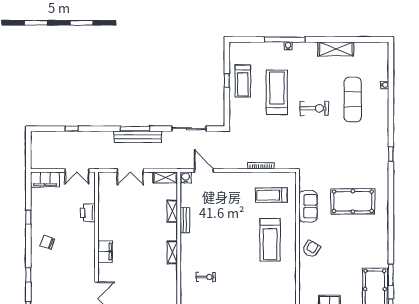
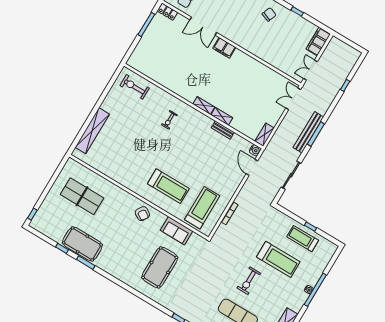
double door: (130, 171) -> (293, 99), moved
door: (204, 171) -> (252, 167), swing flipped
treadmill: (271, 195) -> (202, 208), width x1.37, depth x1.38
shelving: (172, 211) -> (222, 116), moved
printer: (88, 213) -> (273, 59), removed
treadmill: (270, 240) -> (168, 186), turned 180
filing cabinet: (105, 252) -> (224, 48), moved

